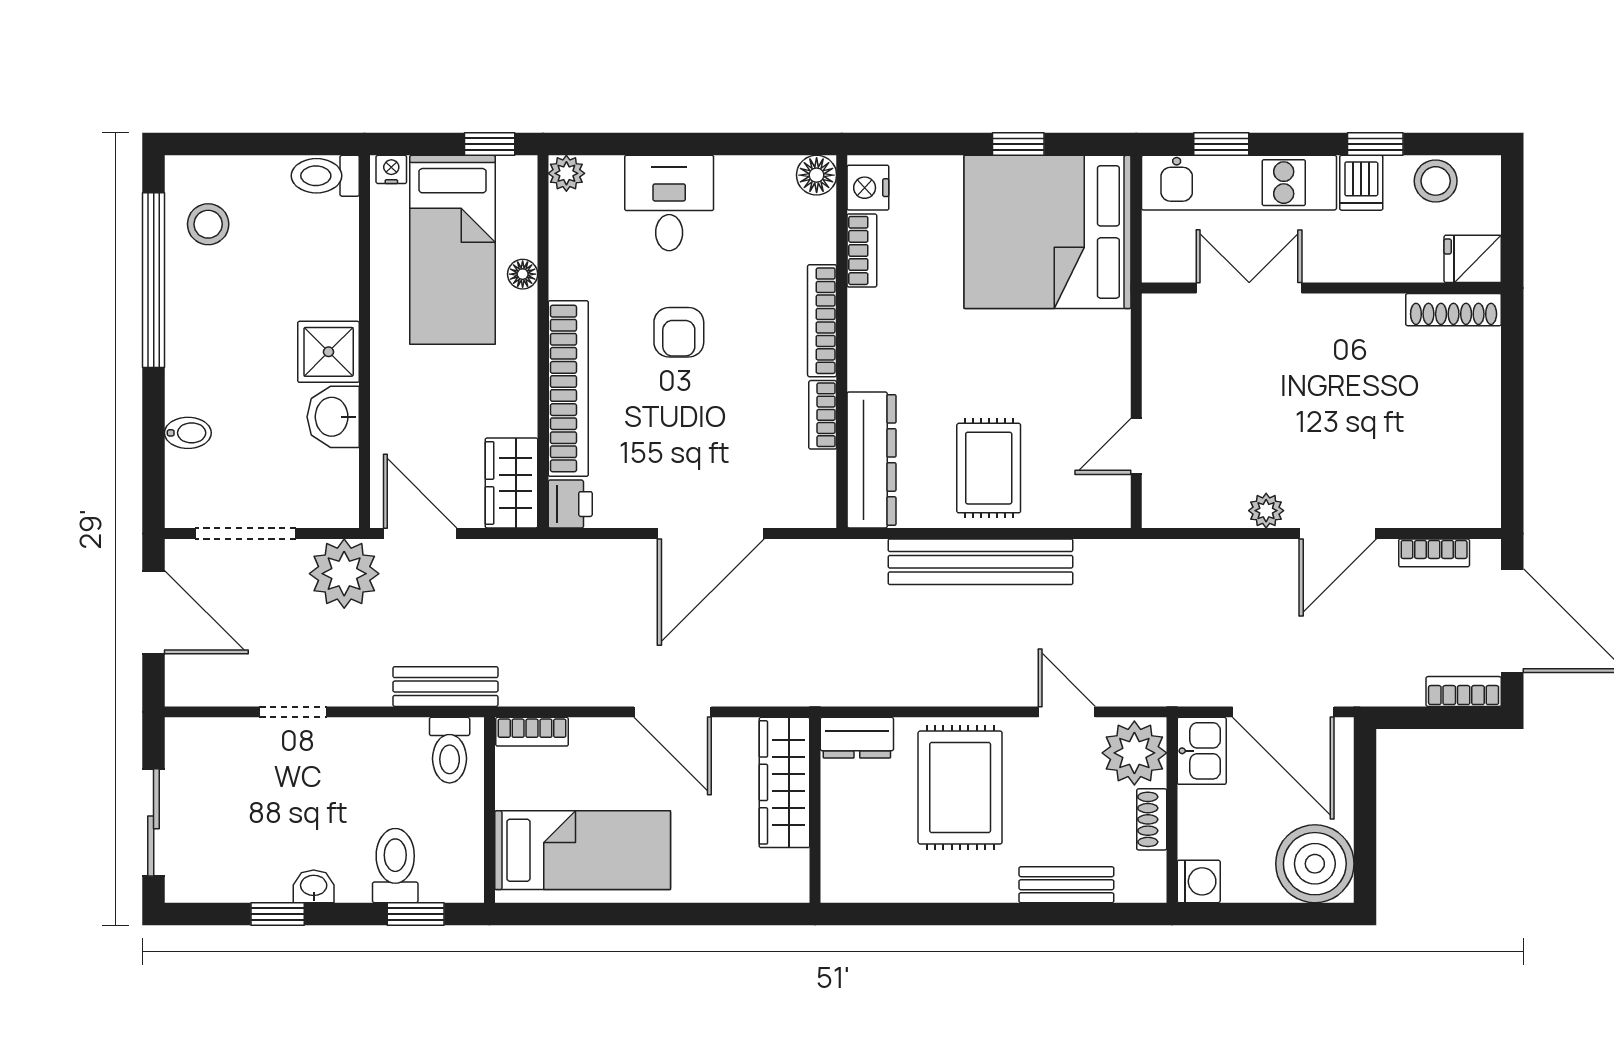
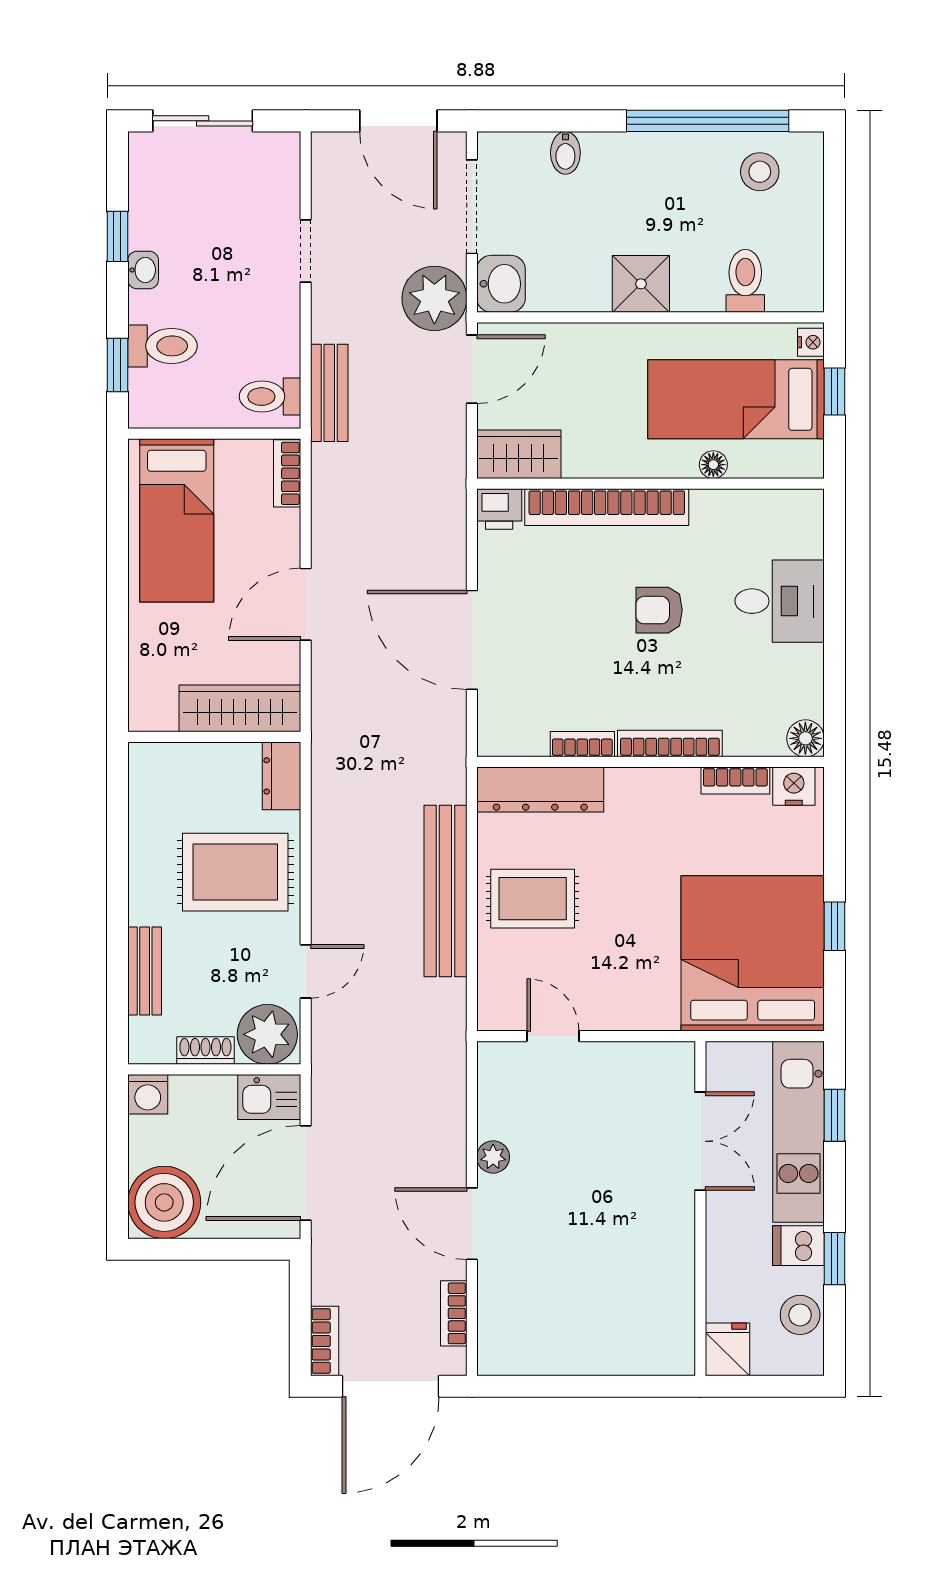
window: (490, 144) -> (834, 392), moved
plant: (566, 173) -> (807, 505), removed
toilet: (325, 176) -> (745, 281), moved
shoe rack: (1454, 310) -> (680, 1332), removed
washbasin: (333, 417) -> (501, 284), moved, turned 90
door: (154, 612) -> (398, 121), hinge flipped

